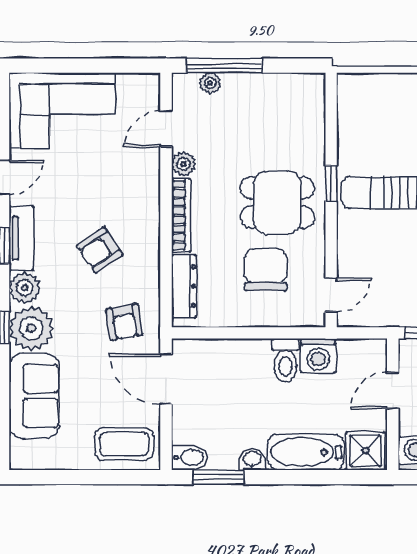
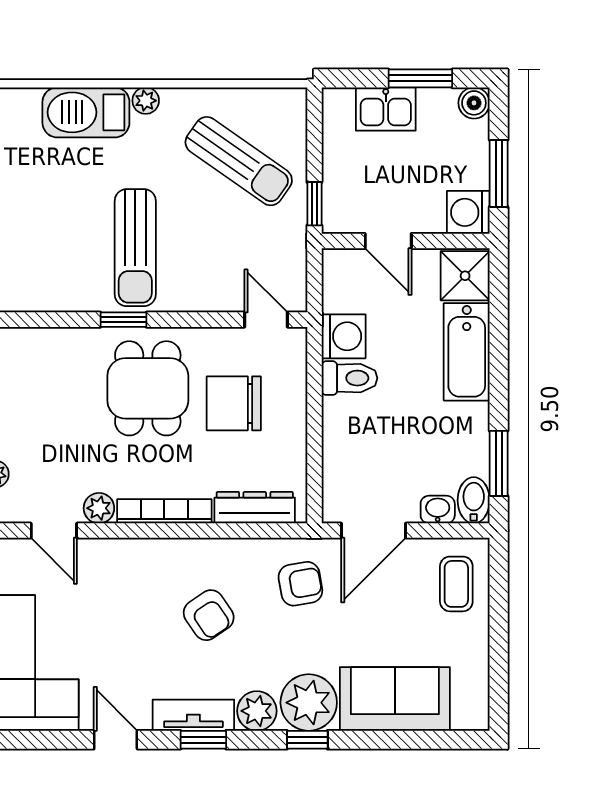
coffee table: (124, 444) -> (456, 584), width x0.73, depth x0.77
washbasin: (252, 459) -> (438, 510), moved, turned 90

